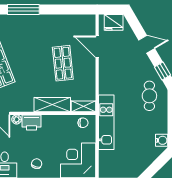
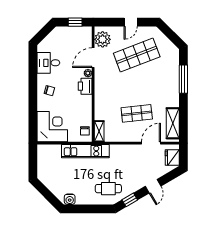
shelving: (52, 105) -> (173, 123), moved

